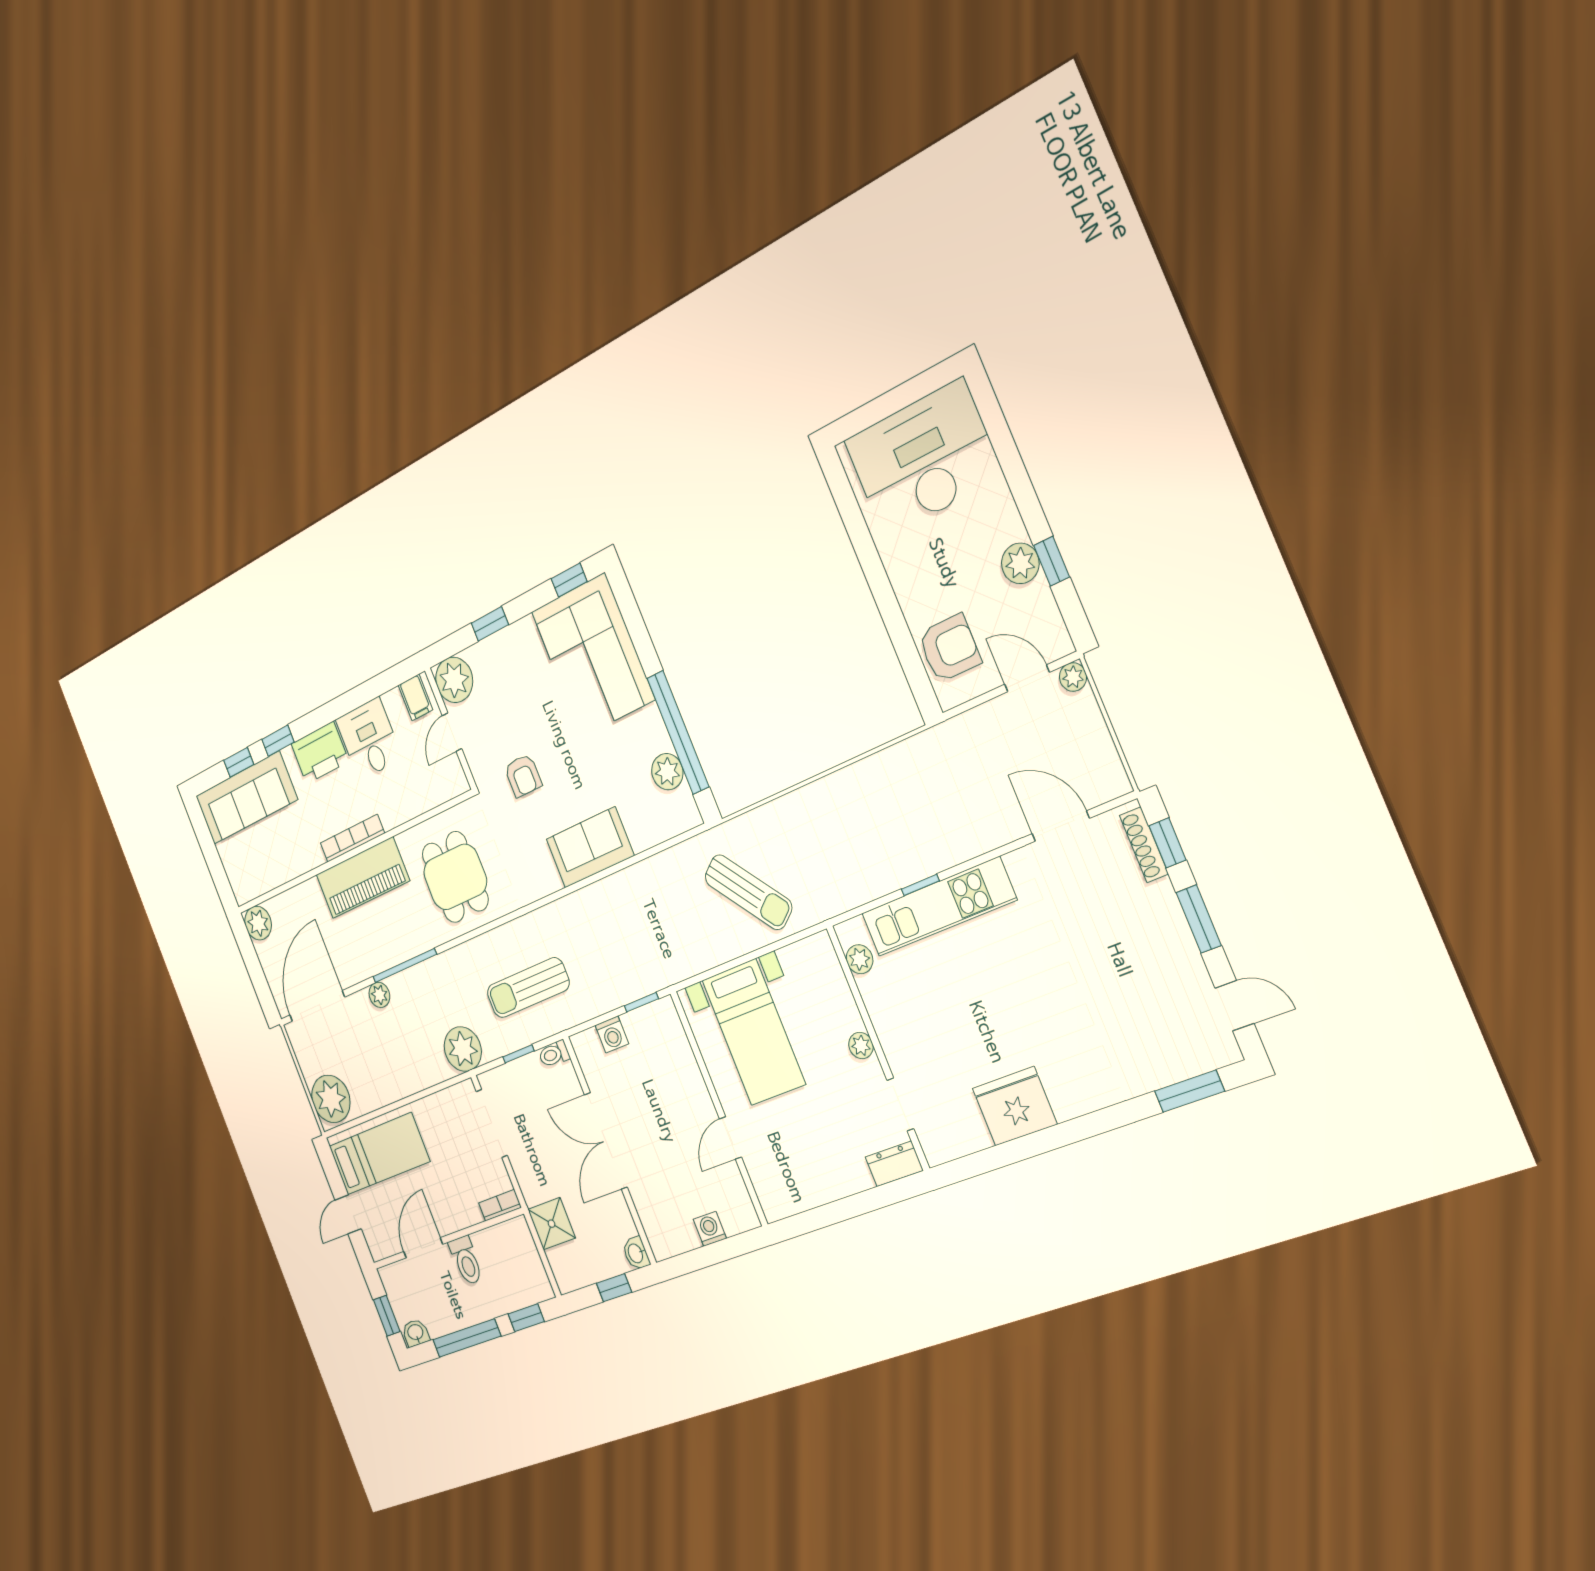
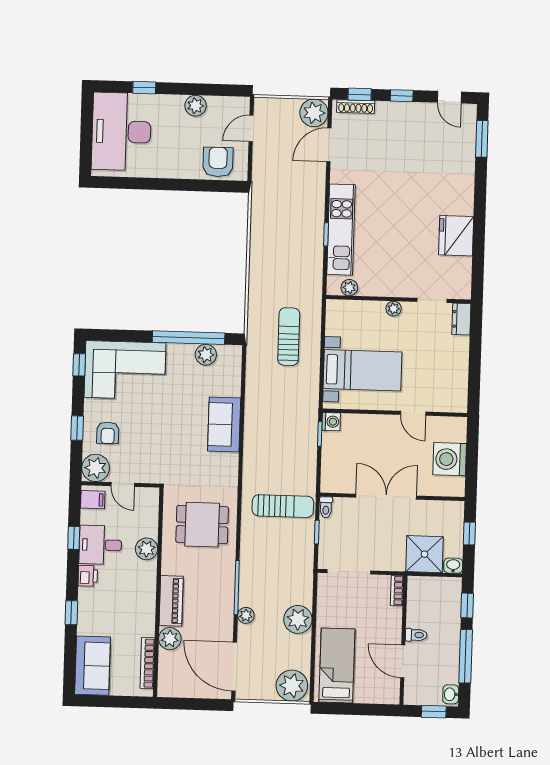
window: (1052, 561) -> (144, 88), moved
plant: (1073, 677) -> (314, 113), moved, width x1.88, depth x1.88
printer: (320, 753) -> (88, 576), width x0.53, depth x0.68
window: (239, 762) -> (74, 538), moved
armchair: (523, 776) -> (108, 433), moved, turned 90
sofa: (246, 798) -> (93, 666), width x0.73
plant: (393, 809) -> (147, 549), added
bookcase: (352, 838) -> (147, 663), moved
piano: (363, 878) -> (171, 601), width x0.73, depth x0.75
sun lounger: (748, 892) -> (289, 337), turned -52
window: (1199, 919) -> (402, 96), width x0.67
plant: (258, 923) -> (170, 639), moved
sun lounger: (528, 988) -> (283, 506), turned -90
door: (1234, 1006) -> (449, 97), swing flipped
washing machine: (612, 1035) -> (331, 422), moved
plant: (463, 1049) -> (298, 619), moved
double door: (606, 1141) -> (386, 497), swing flipped
door: (348, 1214) -> (364, 709), removed
shower: (552, 1224) -> (424, 554), width x1.36, depth x1.36
washing machine: (710, 1229) -> (450, 459), width x1.89, depth x1.89
washbasin: (636, 1253) -> (453, 566), moved, turned 180
toilet: (466, 1260) -> (416, 635), width x0.73, depth x0.72

